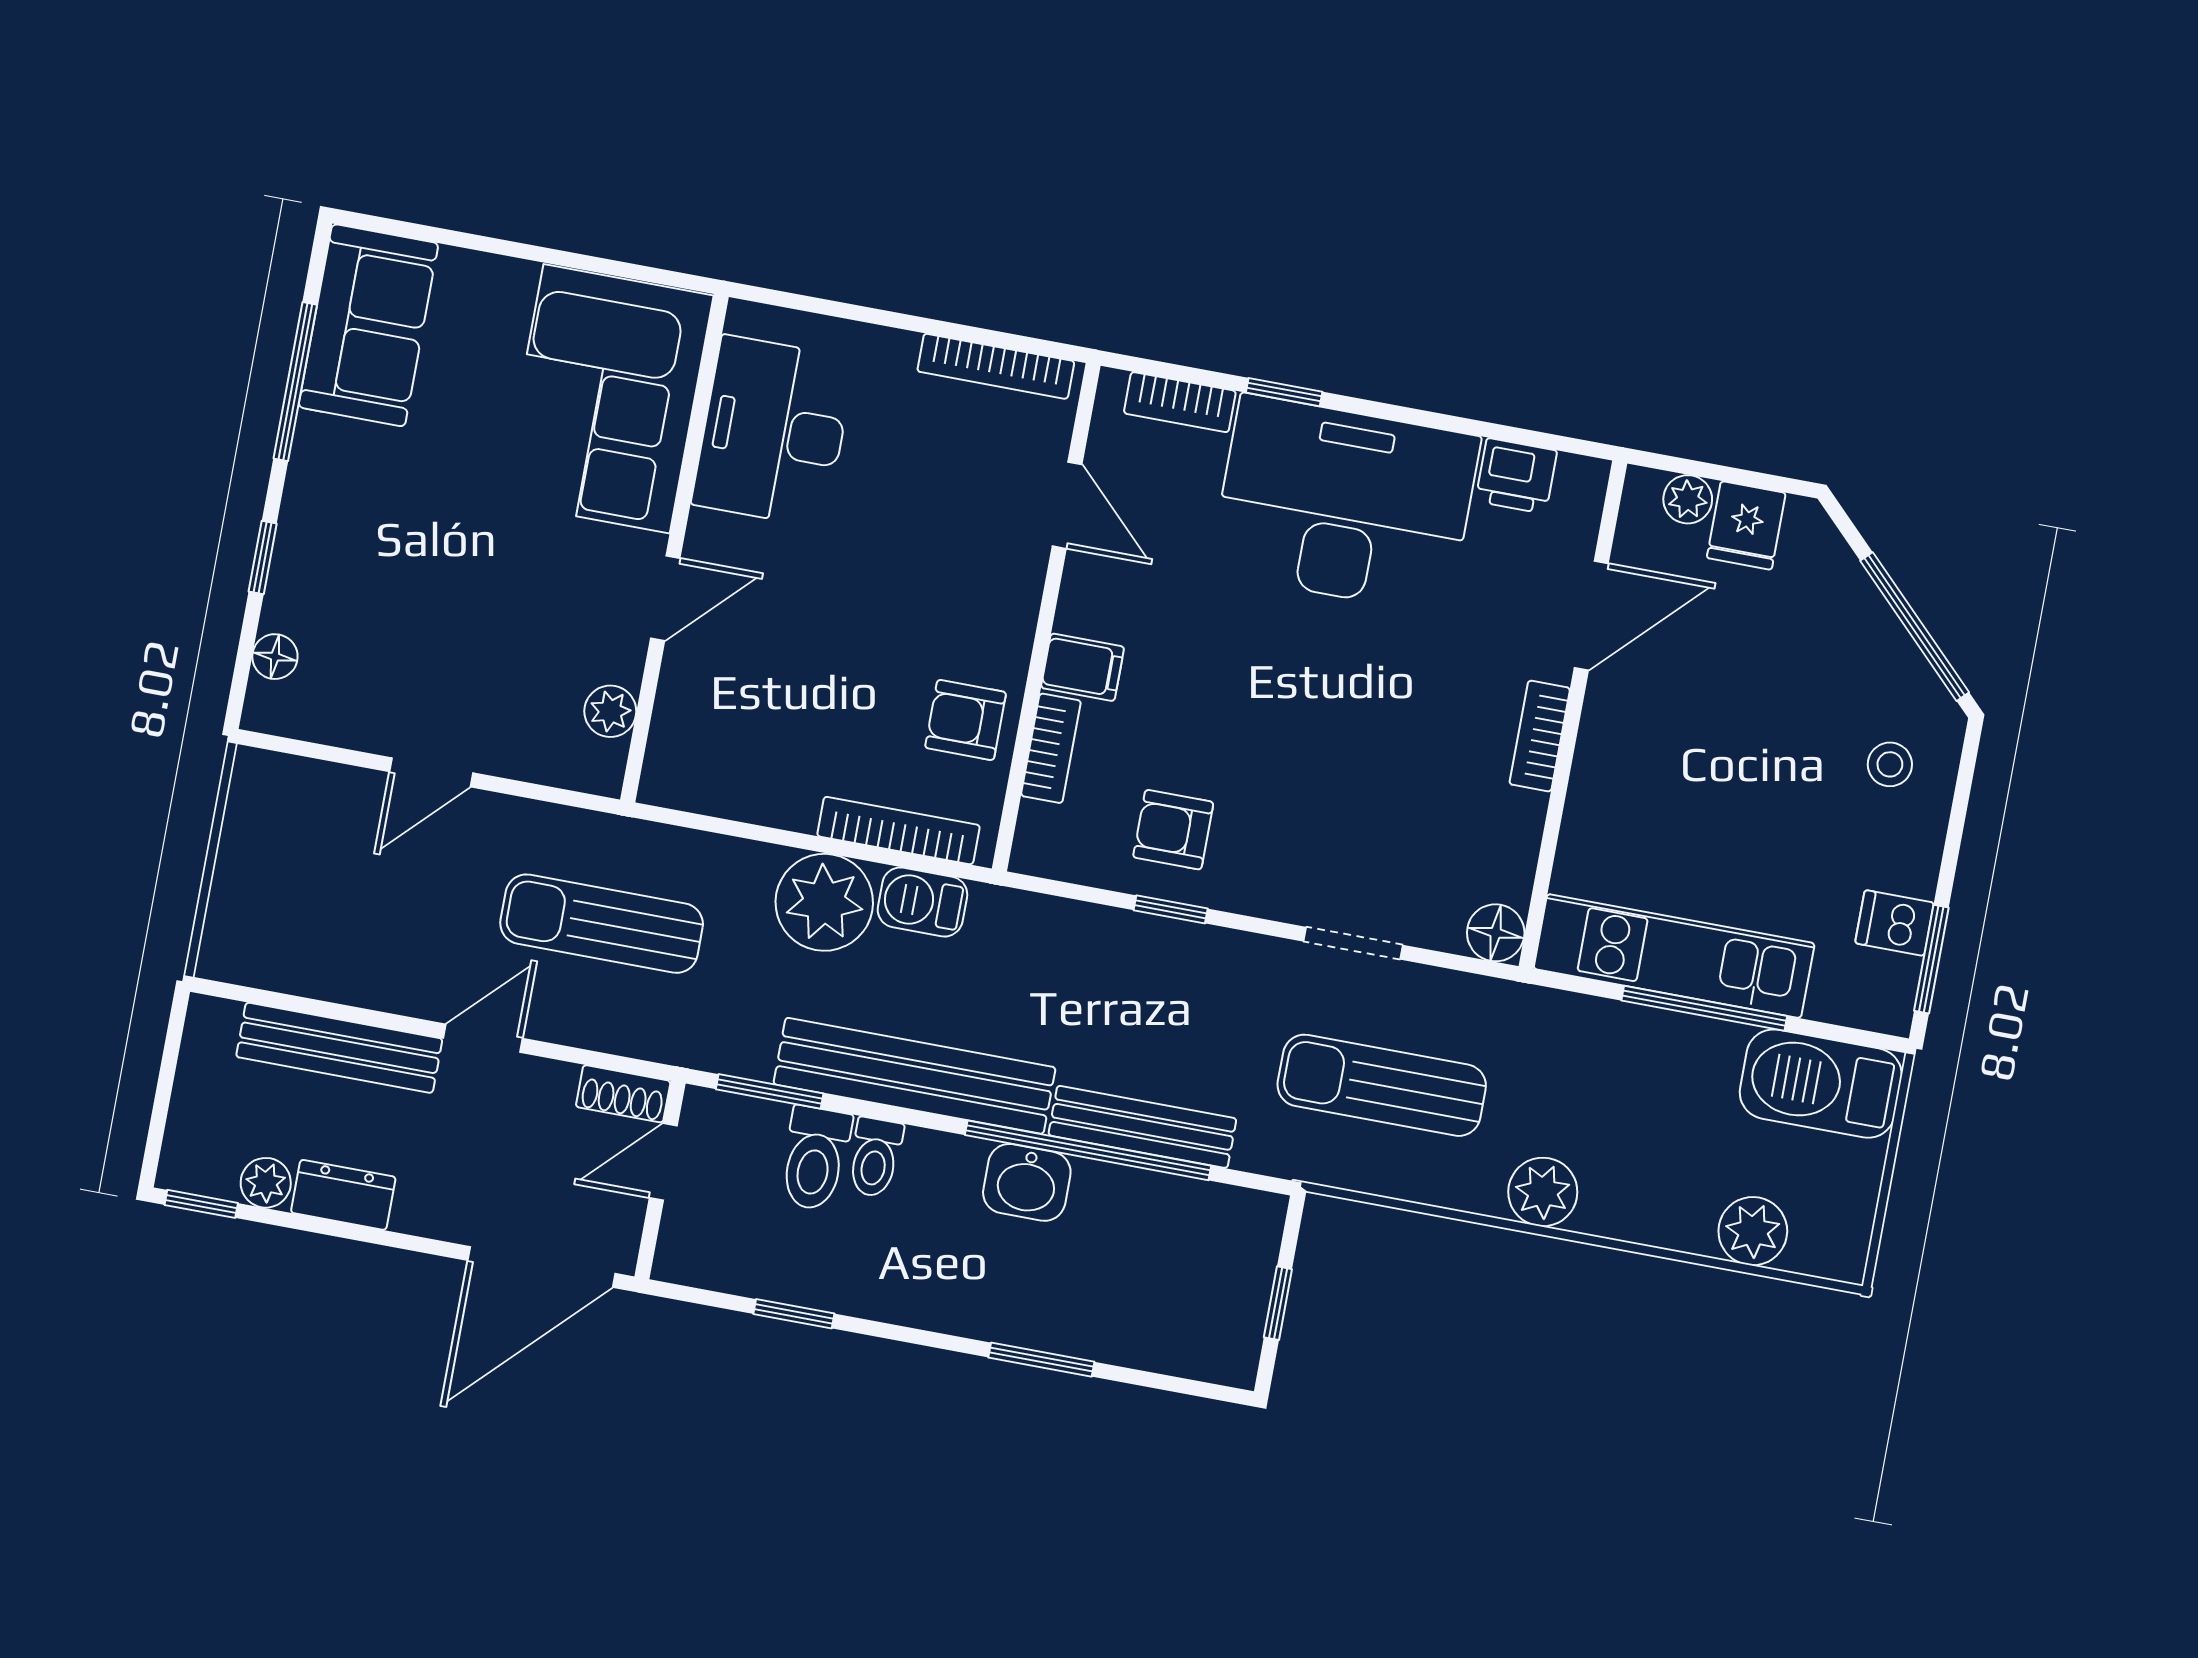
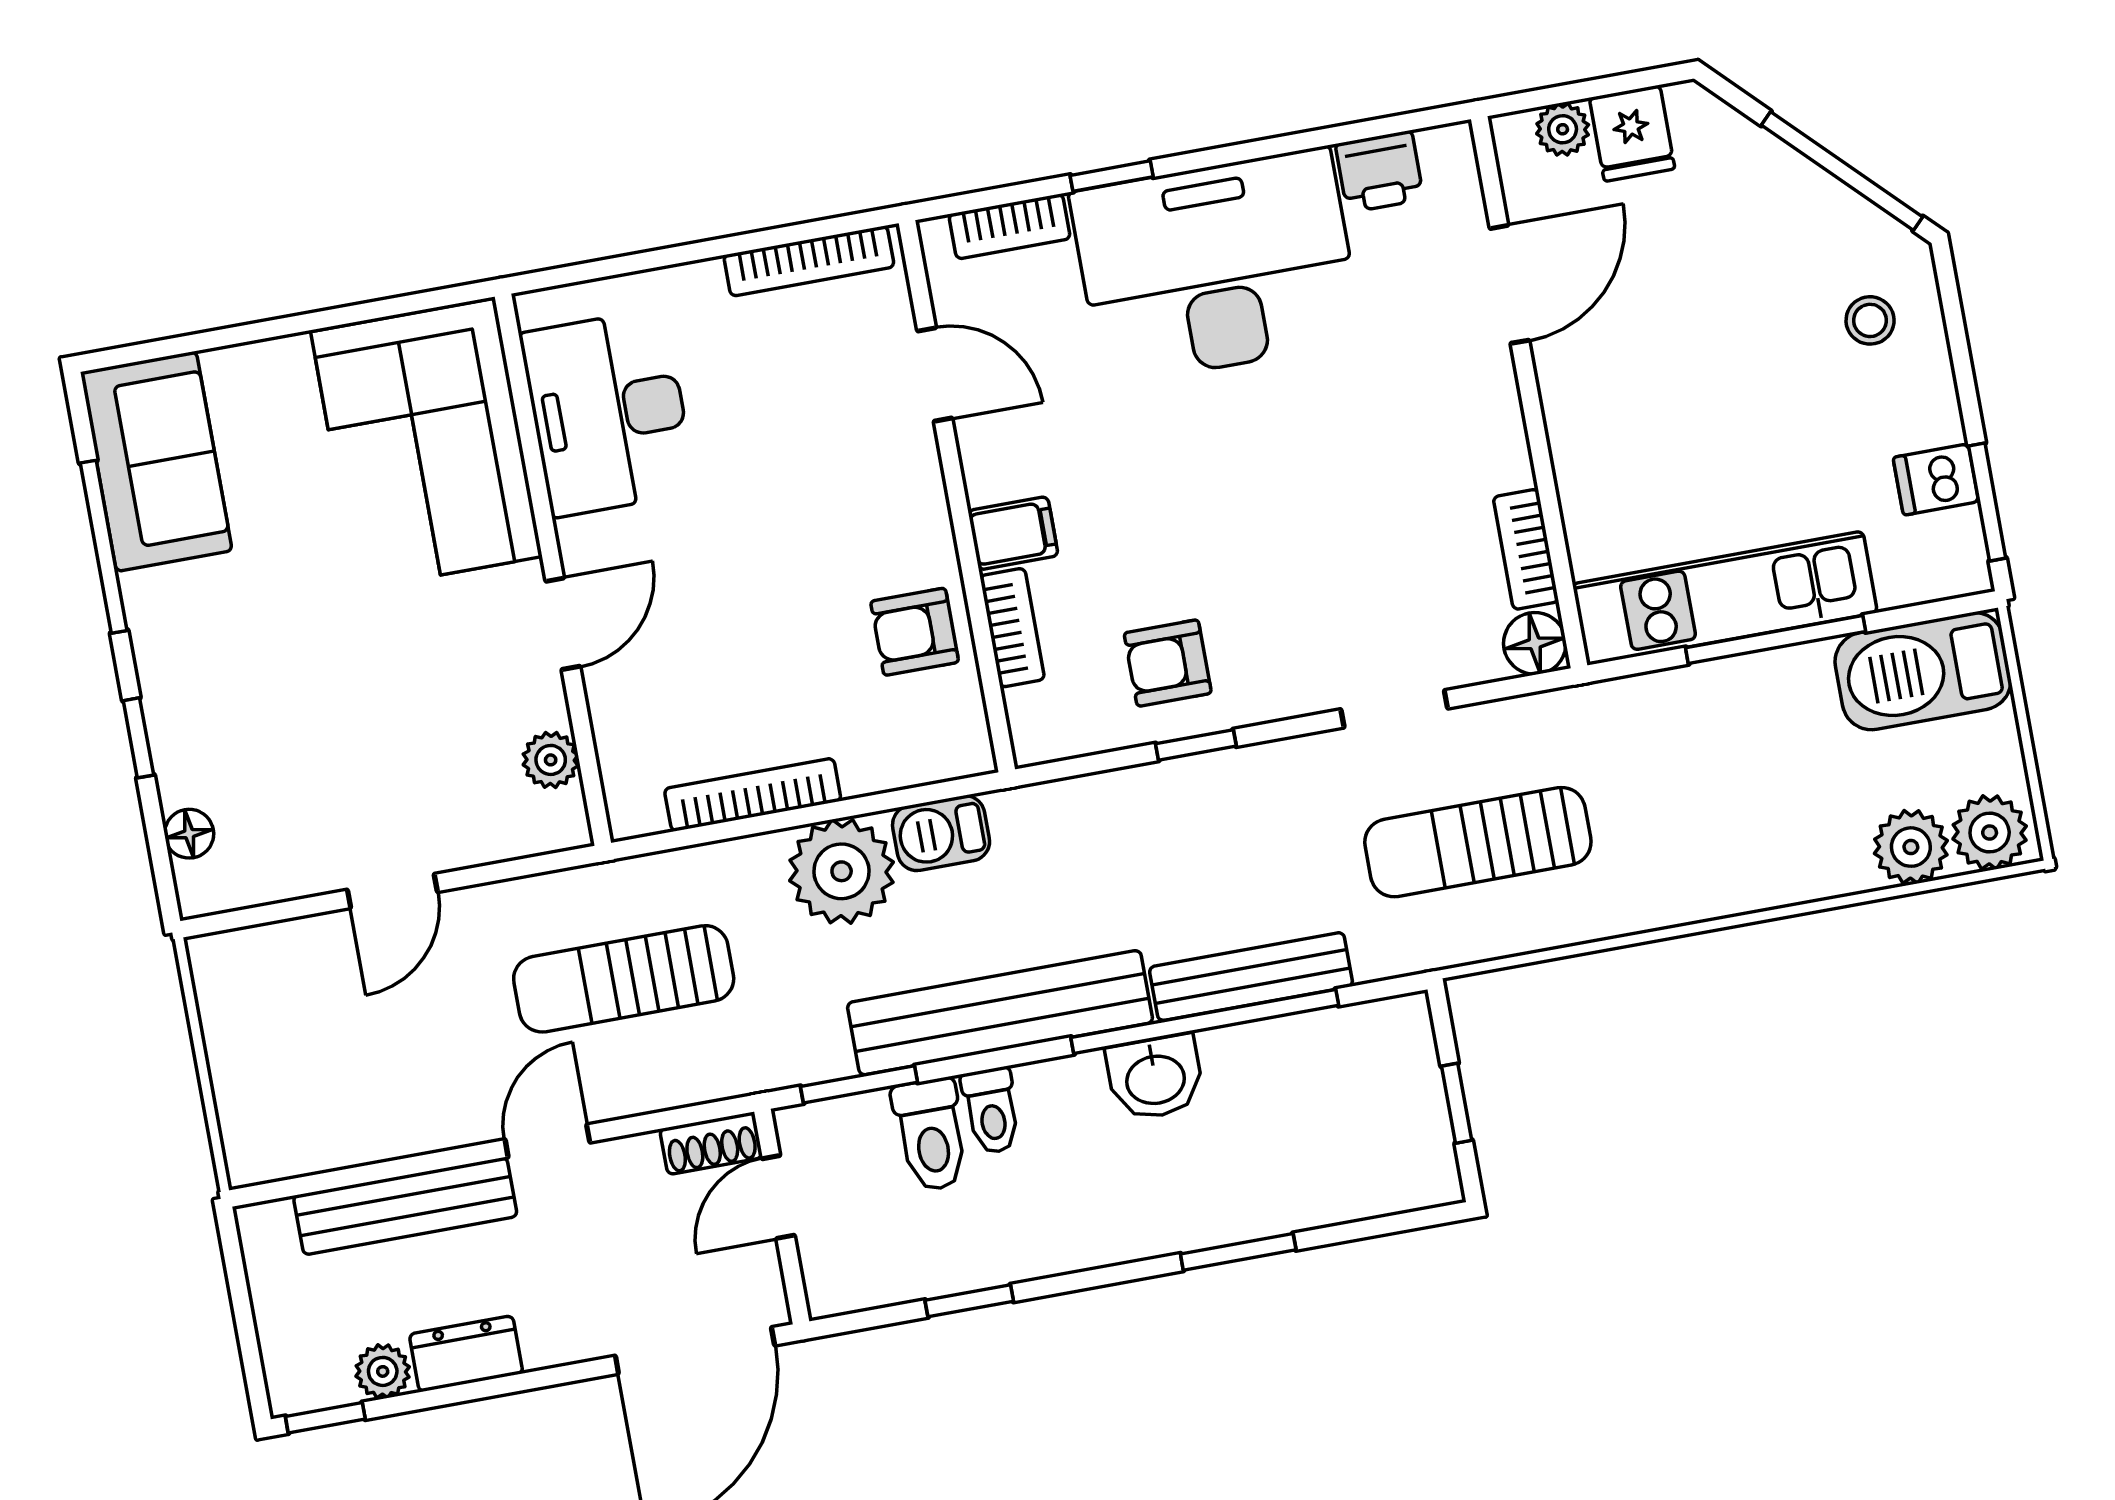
bookcase: (1540, 736) -> (1526, 549), moved
bookcase: (898, 831) -> (753, 795), moved
plant: (1543, 1192) -> (1990, 833), moved

